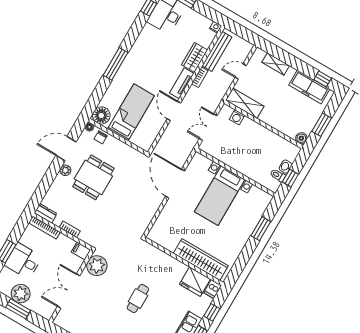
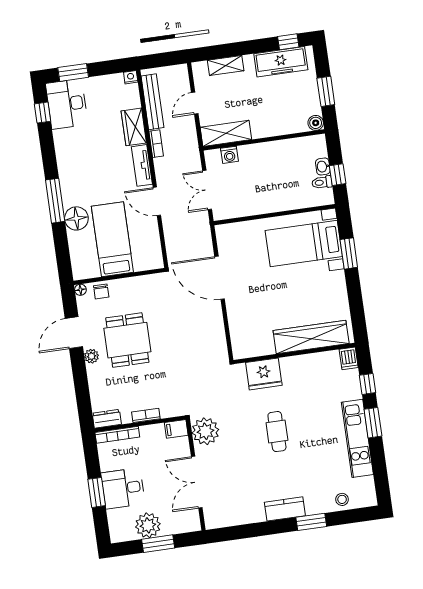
floor lamp: (101, 115) -> (76, 218), moved
bed with nightstands: (220, 196) -> (304, 244), moved, turned 90
fridge: (195, 282) -> (264, 374), moved

